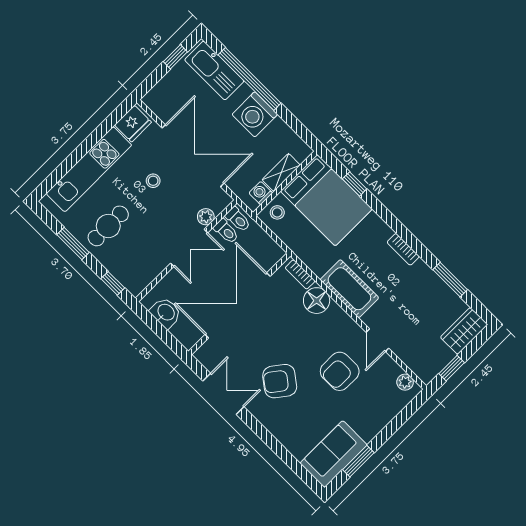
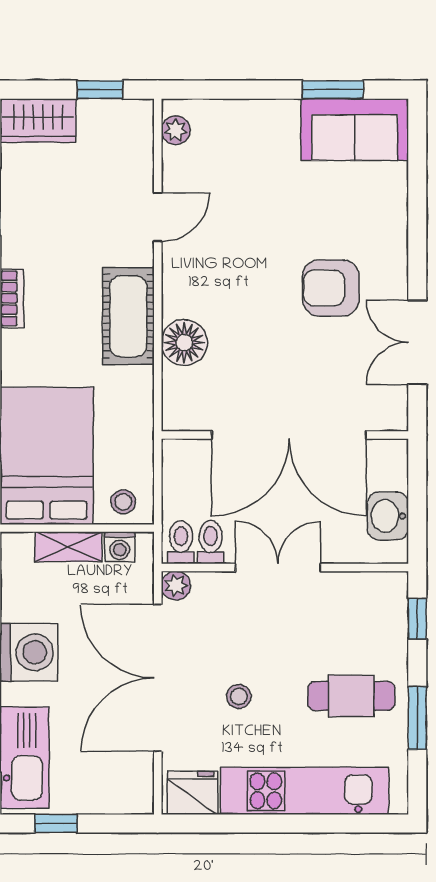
plant: (206, 217) -> (176, 586), moved
bookcase: (300, 274) -> (172, 396), removed
armchair: (340, 371) -> (244, 225), removed
armchair: (280, 381) -> (331, 288), turned 143

